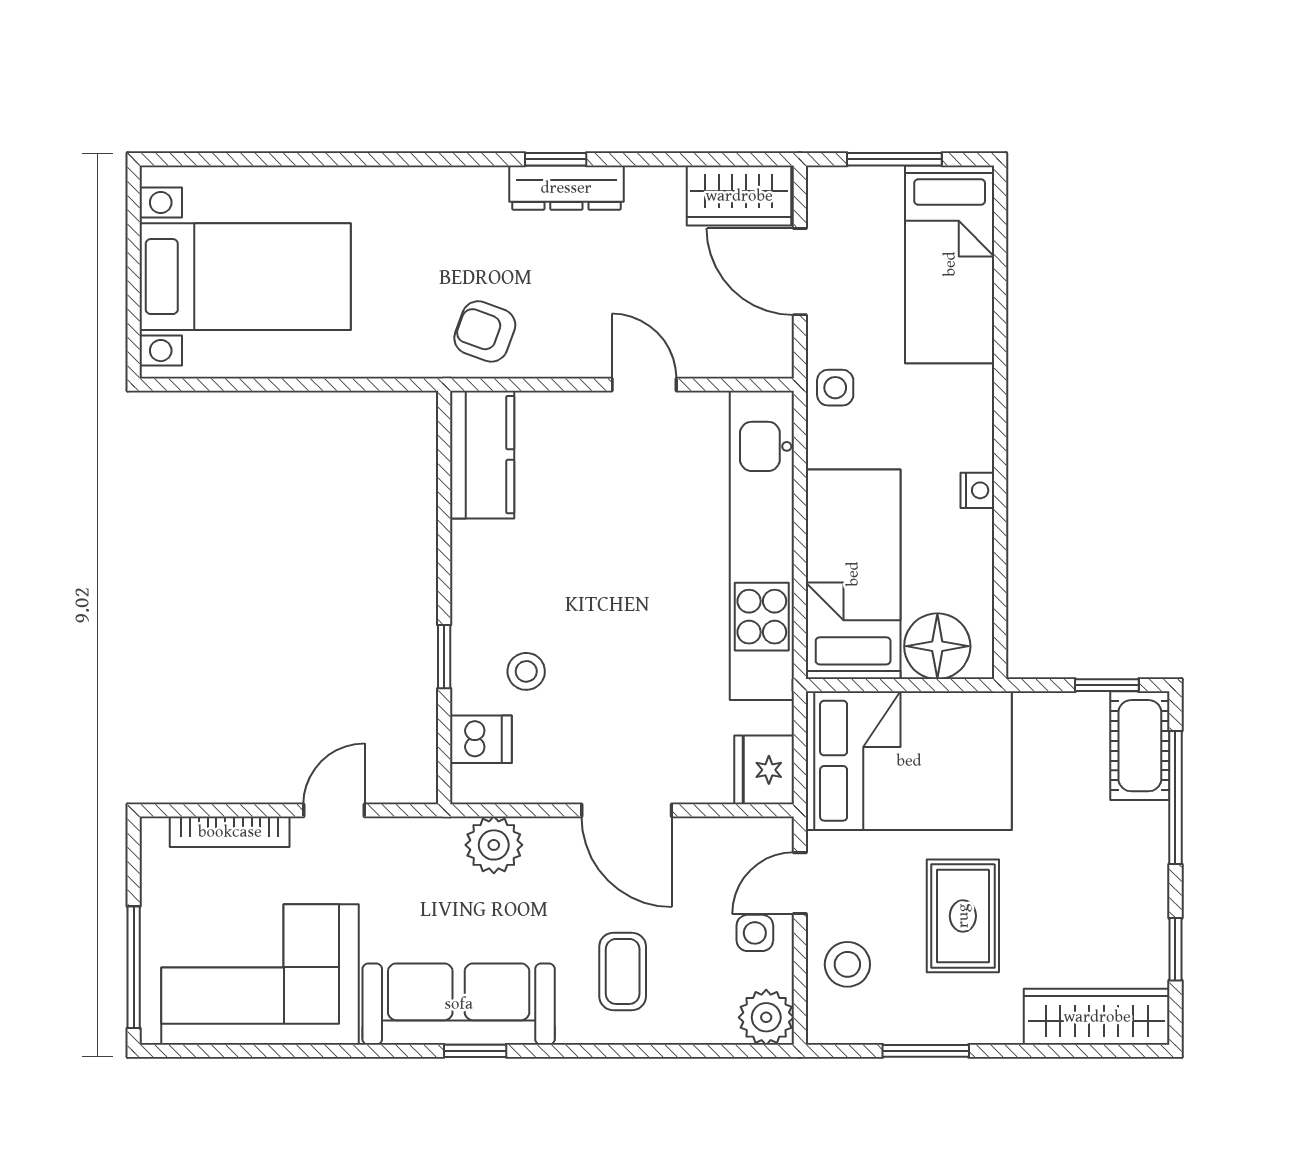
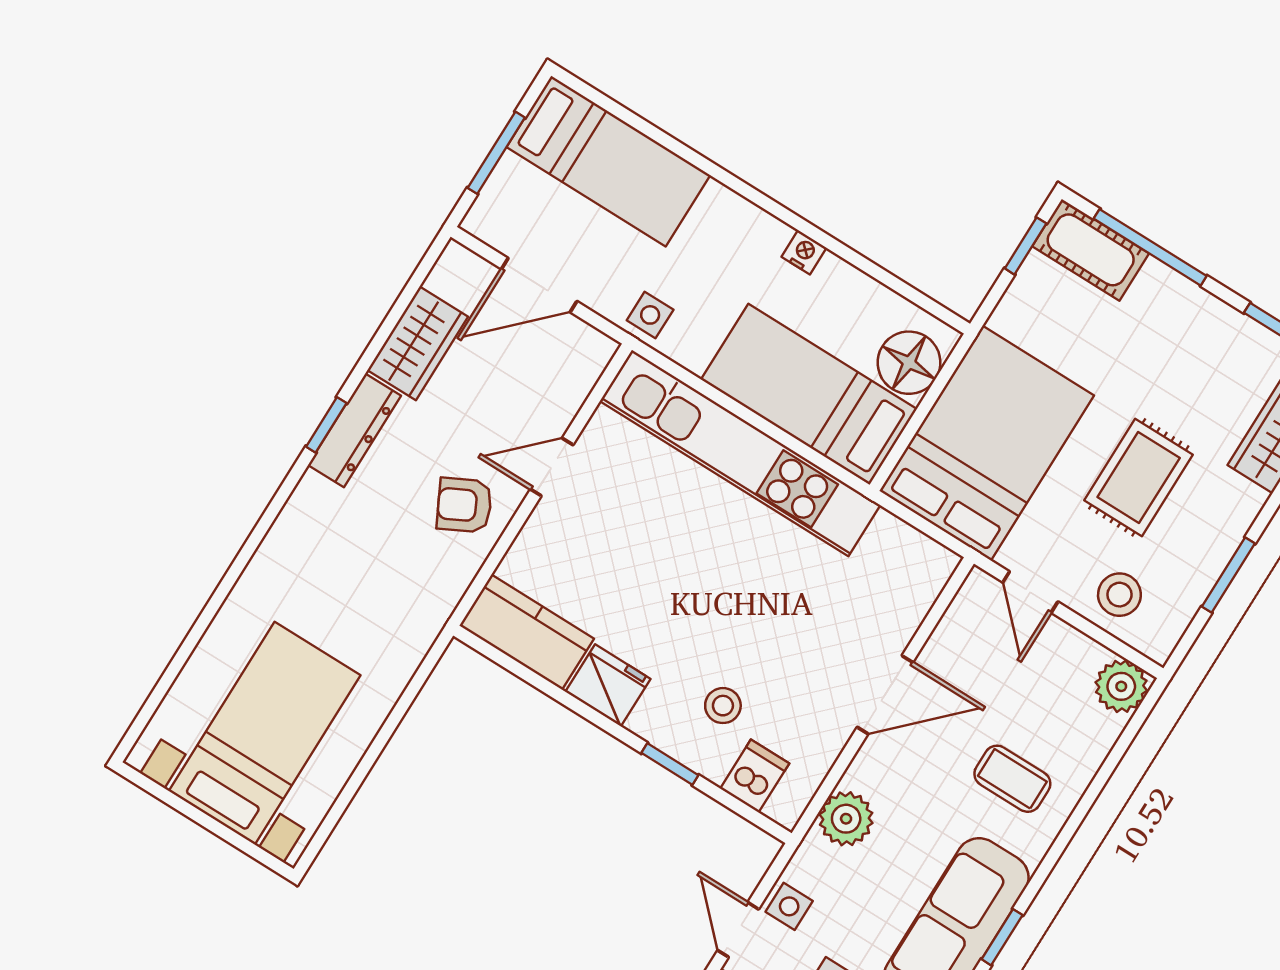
wardrobe: (739, 196) -> (418, 343), moved
armchair: (485, 331) -> (464, 505), moved, turned 43
fridge: (764, 770) -> (608, 685), moved, turned 180
rug: (963, 916) -> (1139, 478), turned 90
side table: (755, 933) -> (789, 906), moved

